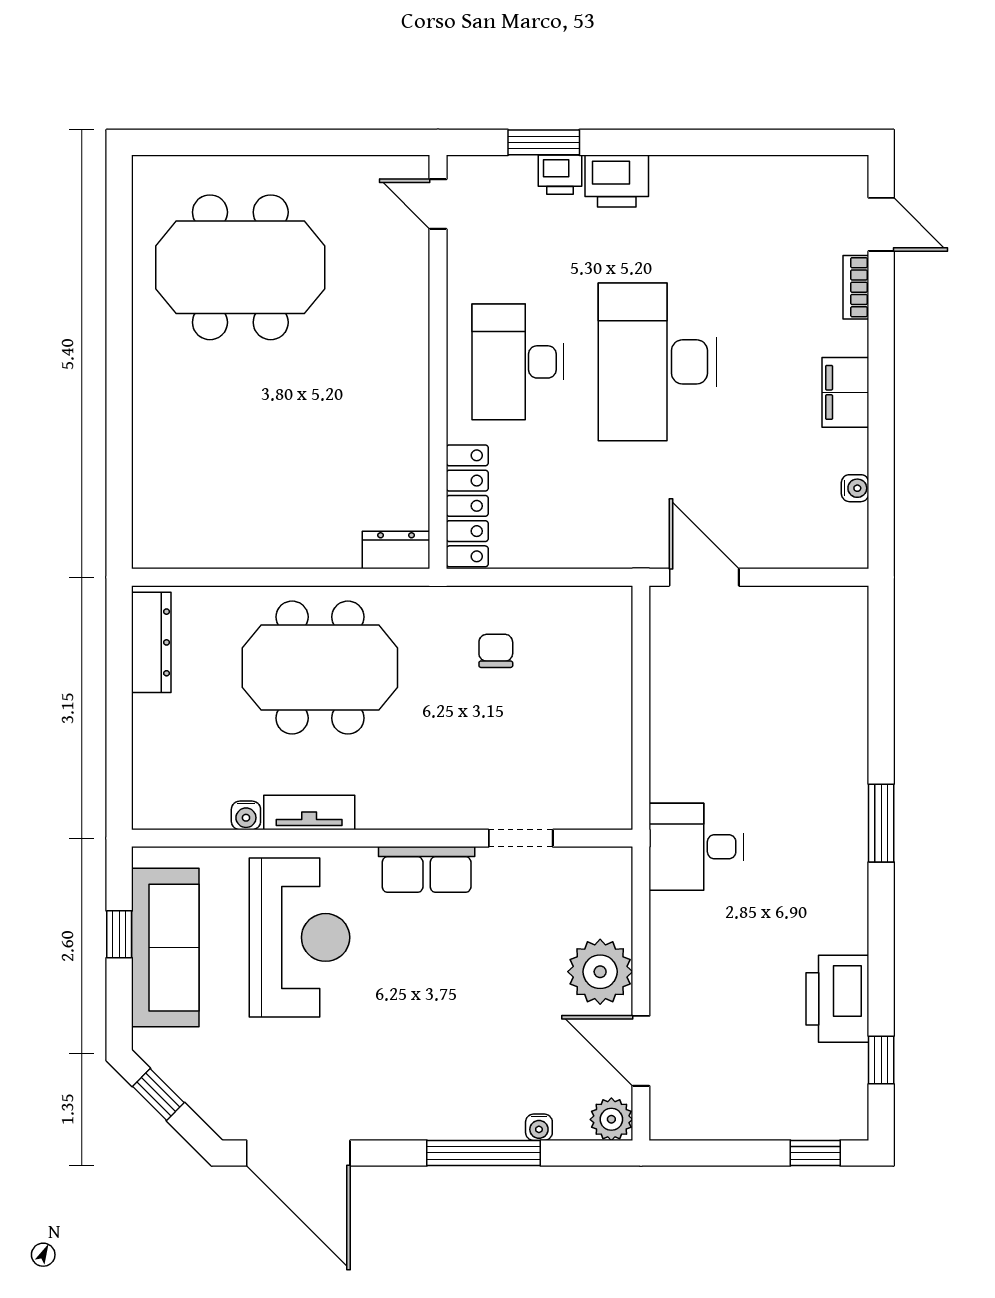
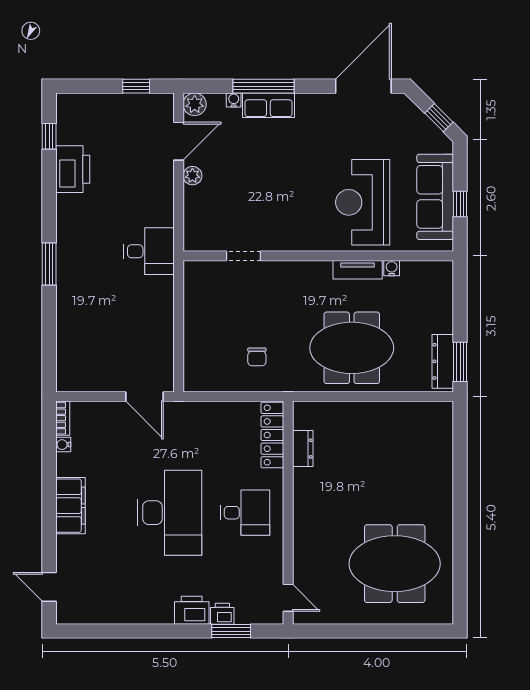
bookcase: (856, 287) -> (63, 418), moved
desk: (518, 362) -> (245, 513), width x0.73
filing cabinet: (845, 392) -> (70, 506), width x1.50, depth x1.17
dresser: (396, 550) -> (303, 449), moved, turned -90
window: (119, 642) -> (460, 362), added
row of seats: (427, 869) -> (268, 105), moved, turned 180
plant: (600, 972) -> (192, 176), width x0.53, depth x0.53
door: (641, 1051) -> (179, 141), hinge flipped
door: (298, 1153) -> (363, 86), hinge flipped
window: (815, 1153) -> (136, 86), moved

